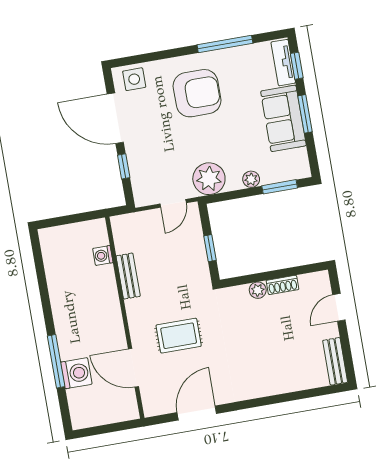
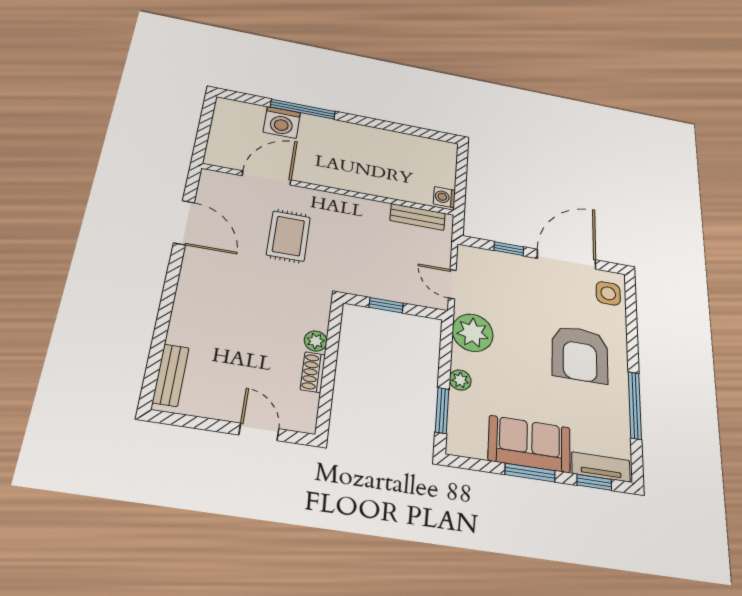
washing machine: (103, 256) -> (444, 197), moved, turned -90
bench: (128, 276) -> (418, 217), moved
bench: (335, 361) -> (171, 375), moved, turned 90

